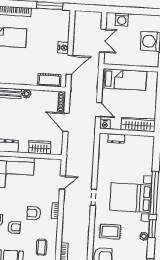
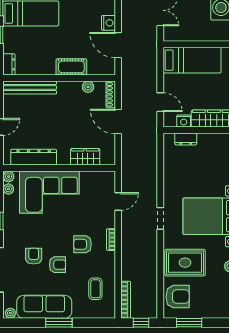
door: (69, 65) -> (118, 45), swing flipped
cot: (49, 80) -> (71, 67), moved
plant: (27, 94) -> (88, 87), moved
nightstand: (105, 124) -> (184, 121), moved
rug: (110, 232) -> (185, 263), width x1.36, depth x1.43

